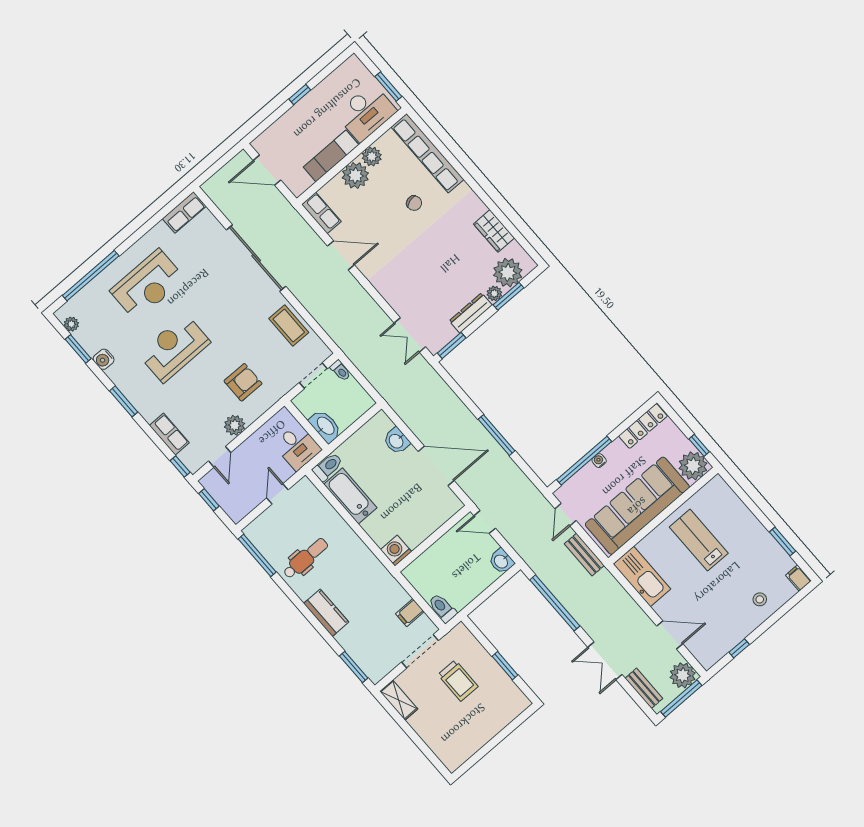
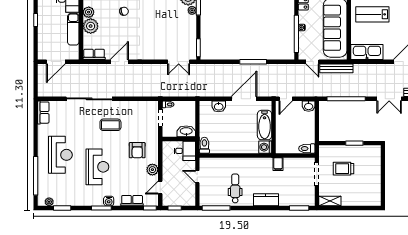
dresser: (471, 313) -> (192, 28), removed
coffee table: (289, 326) -> (110, 125), moved
reception desk: (174, 348) -> (97, 167), turned 180
water cooler: (104, 359) -> (109, 201), moved
armchair: (243, 382) -> (137, 150), turned 180
door: (220, 457) -> (160, 188), swing flipped
bathtub: (350, 496) -> (265, 125), moved, turned -90
bench: (584, 555) -> (336, 68), width x1.36
filing cabinet: (410, 613) -> (278, 164), moved
trolley: (458, 681) -> (343, 169), turned 180

